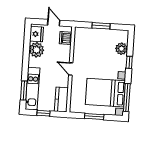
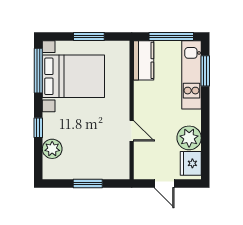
dishwasher: (66, 38) -> (143, 160), removed
door: (71, 69) -> (132, 131), moved
window: (43, 113) -> (171, 36), width x2.17

